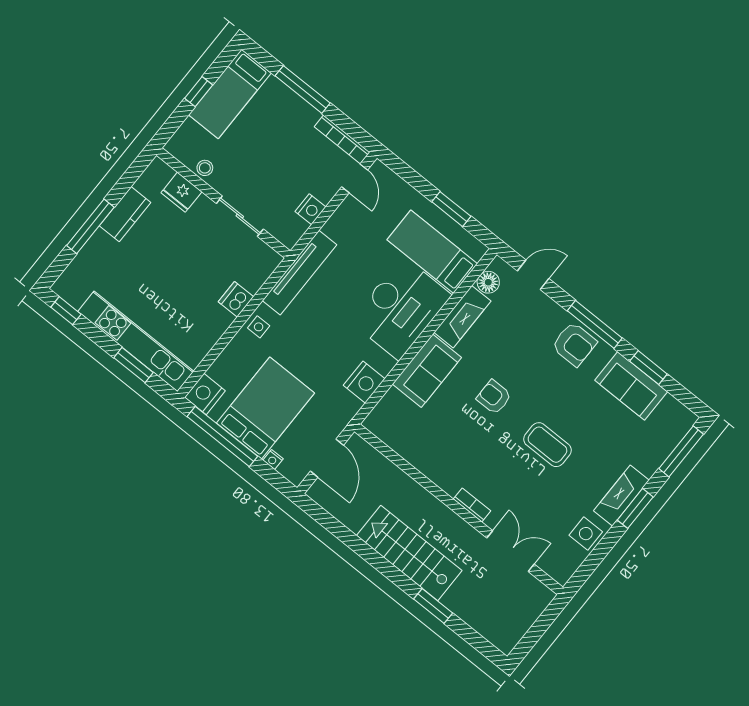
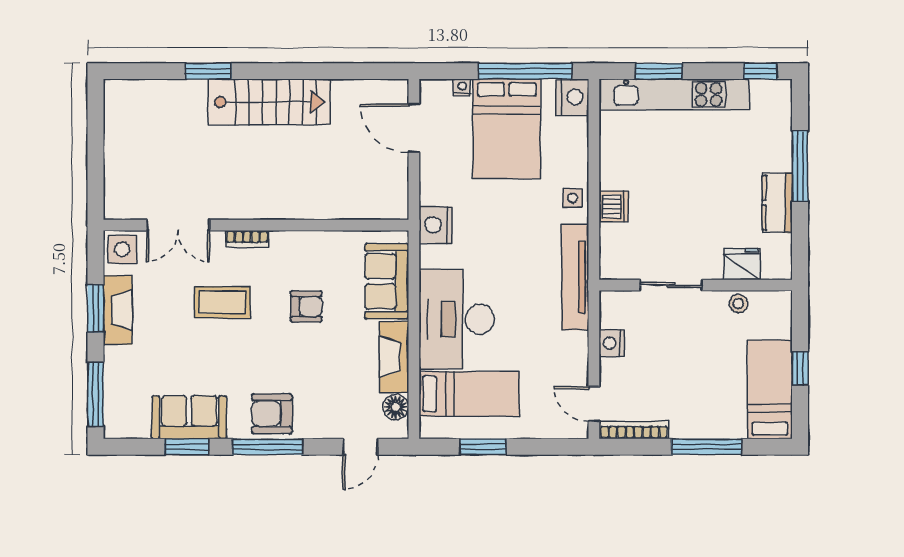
bookcase: (472, 505) -> (247, 239), moved
wall: (459, 509) -> (256, 225), moved
double door: (511, 551) -> (178, 225), moved

